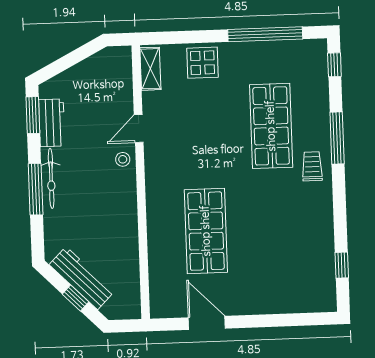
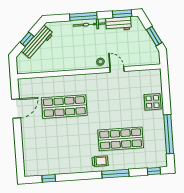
window: (78, 56) -> (154, 36), added
shelving: (150, 69) -> (148, 75), removed

